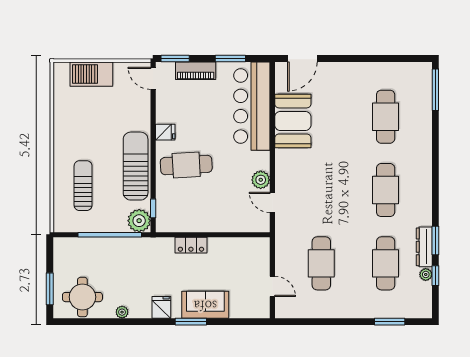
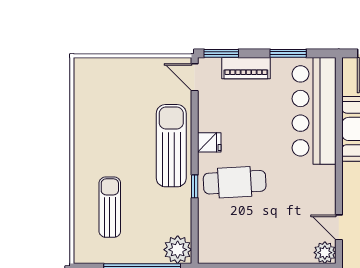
barbecue: (91, 74) -> (120, 72), removed
sun lounger: (136, 166) -> (171, 146), moved
plant: (261, 180) -> (325, 253), moved
window: (153, 208) -> (195, 186), moved

